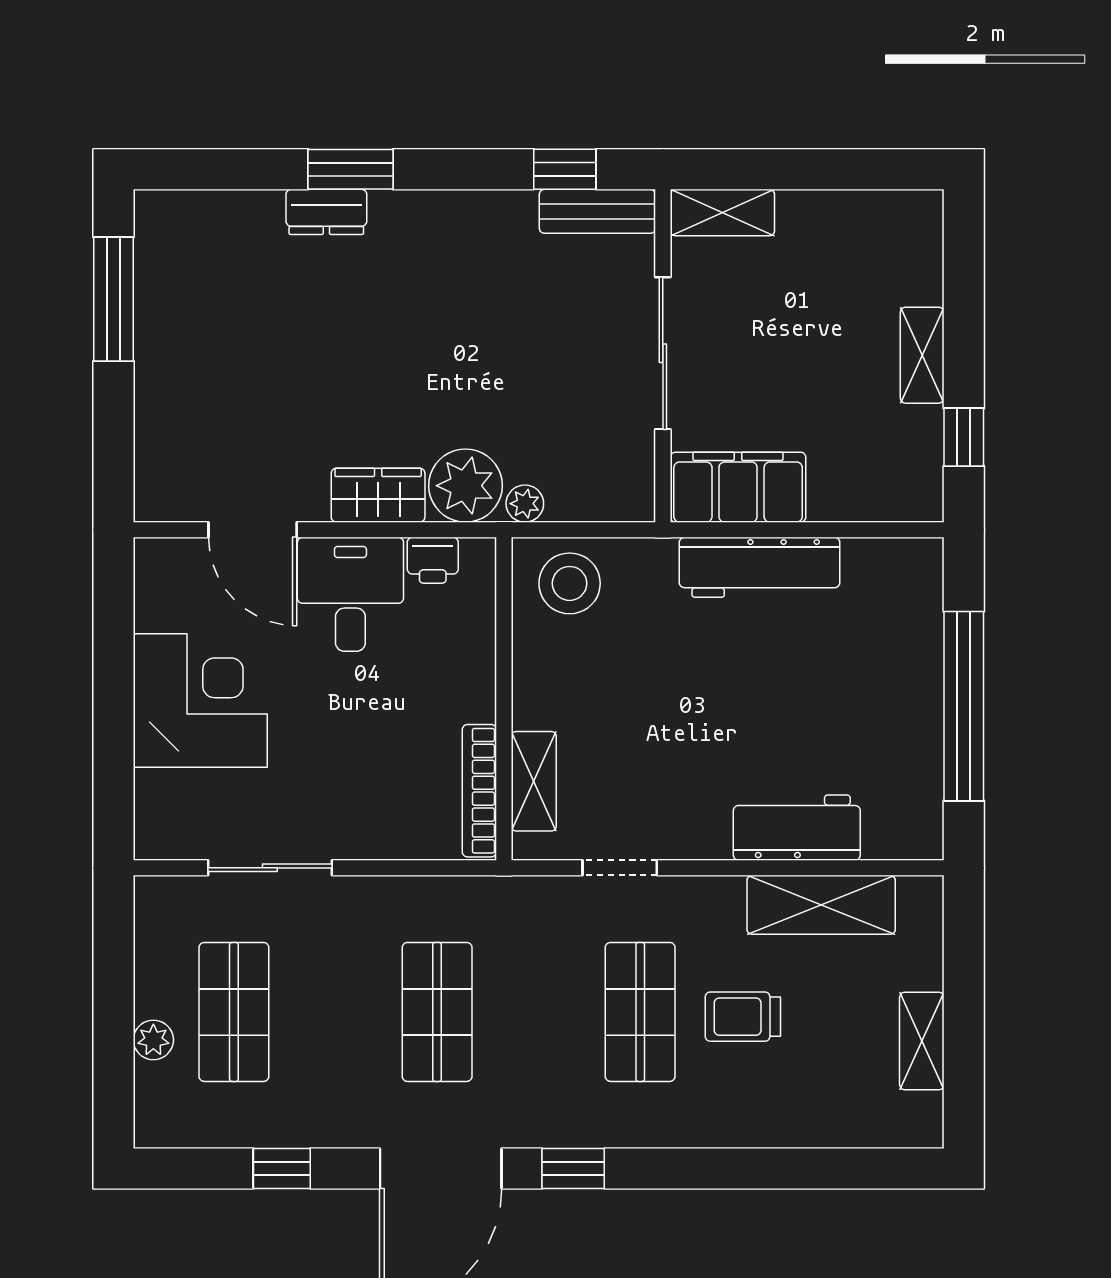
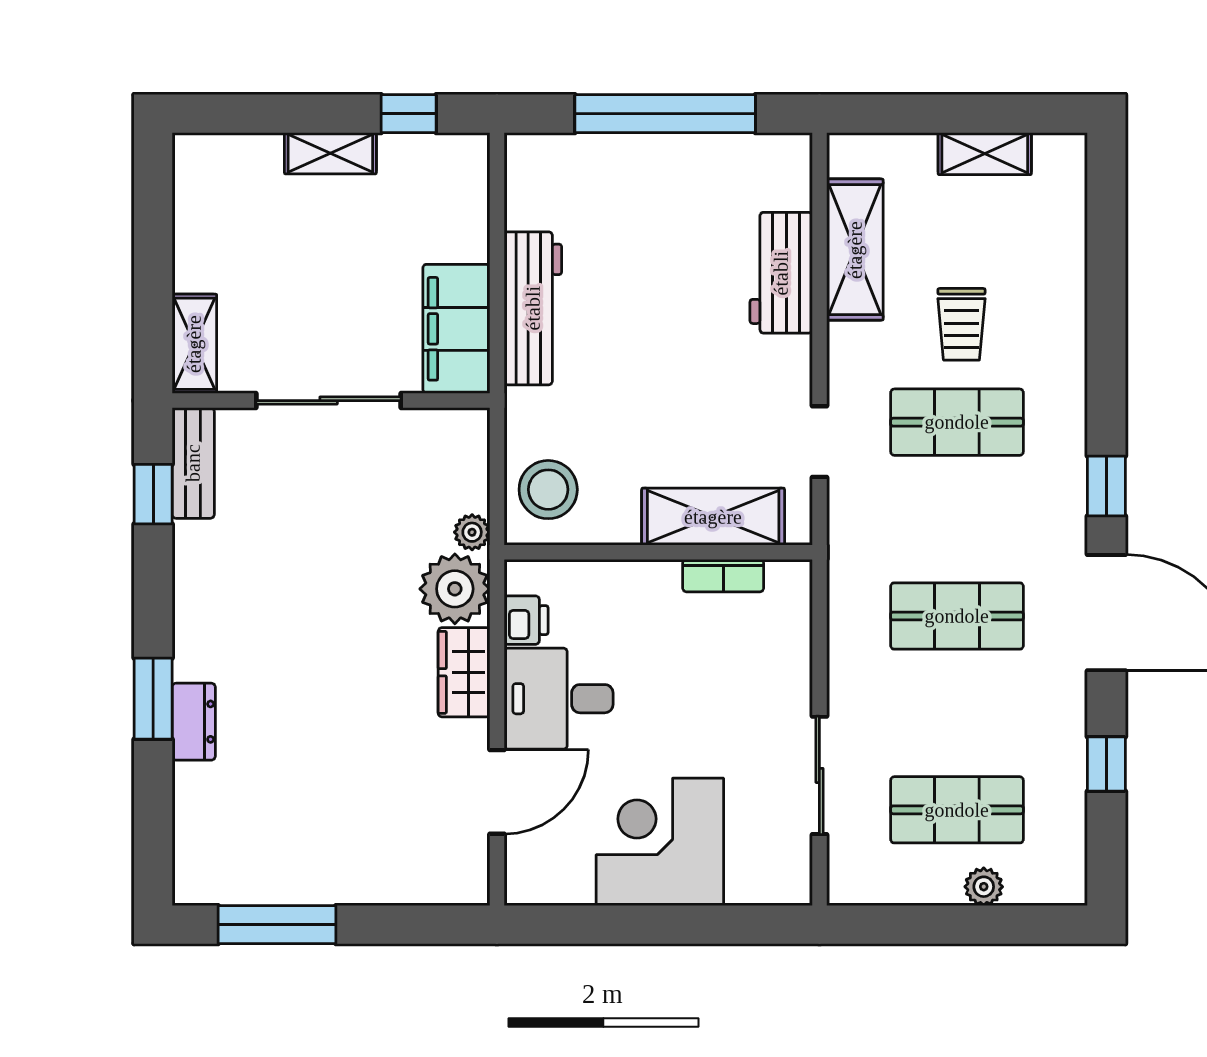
shelving: (534, 781) -> (713, 517), width x1.50, depth x1.33
bookcase: (479, 791) -> (723, 576), width x0.64

